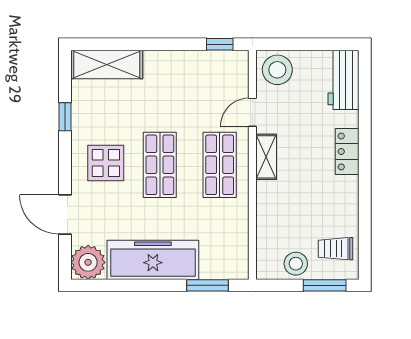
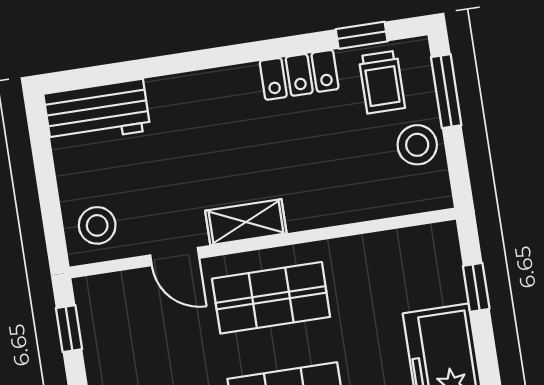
stool: (277, 70) -> (97, 225), width x0.73, depth x0.73
locker: (347, 151) -> (299, 75), moved
window: (365, 241) -> (362, 35), added
window: (207, 285) -> (476, 287), width x0.67

